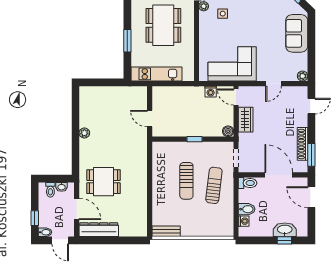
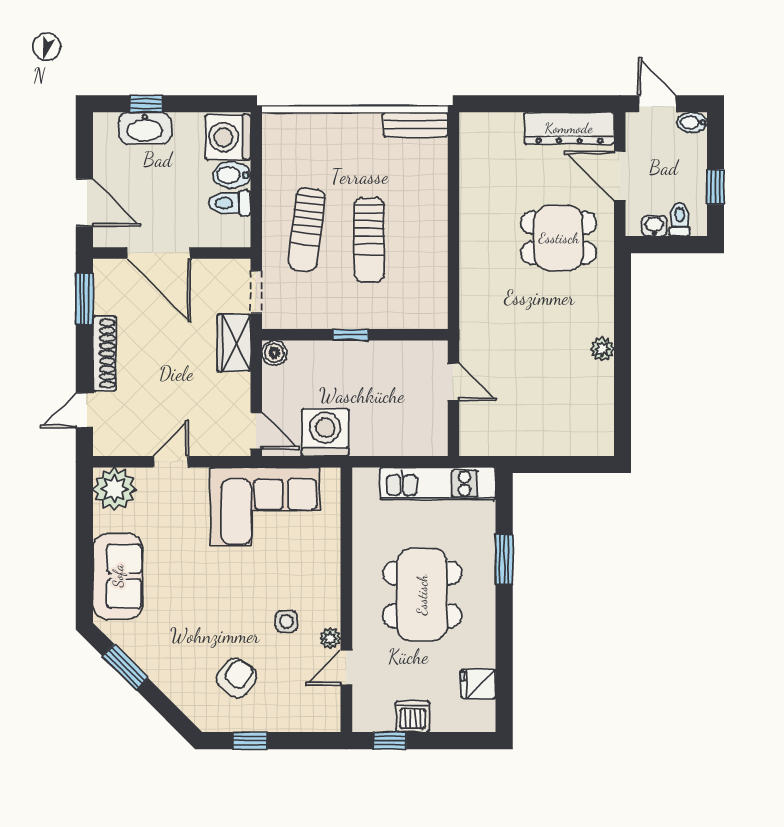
plant: (303, 76) -> (114, 489), width x1.88, depth x1.88
washing machine: (211, 92) -> (325, 432), width x1.89, depth x1.89
wardrobe: (246, 120) -> (234, 343), moved
shoe rack: (303, 144) -> (104, 354), moved
sun lounger: (186, 181) -> (369, 240), turned 180
toilet: (248, 183) -> (230, 203), moved
window: (35, 218) -> (716, 187), moved
washing machine: (244, 221) -> (228, 137), width x1.89, depth x1.89

